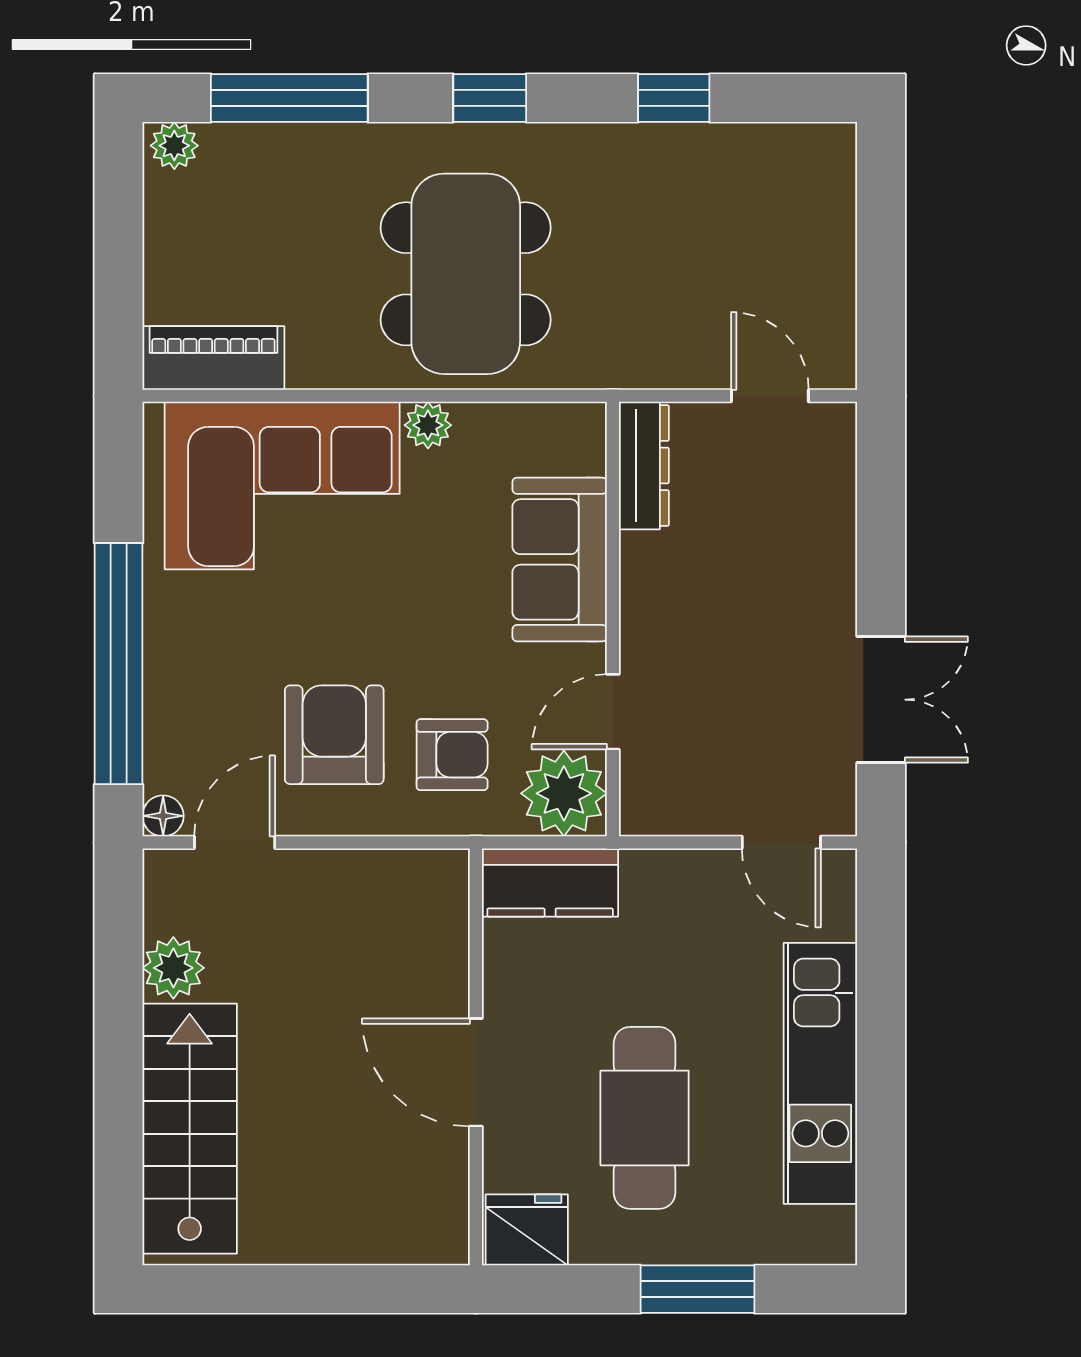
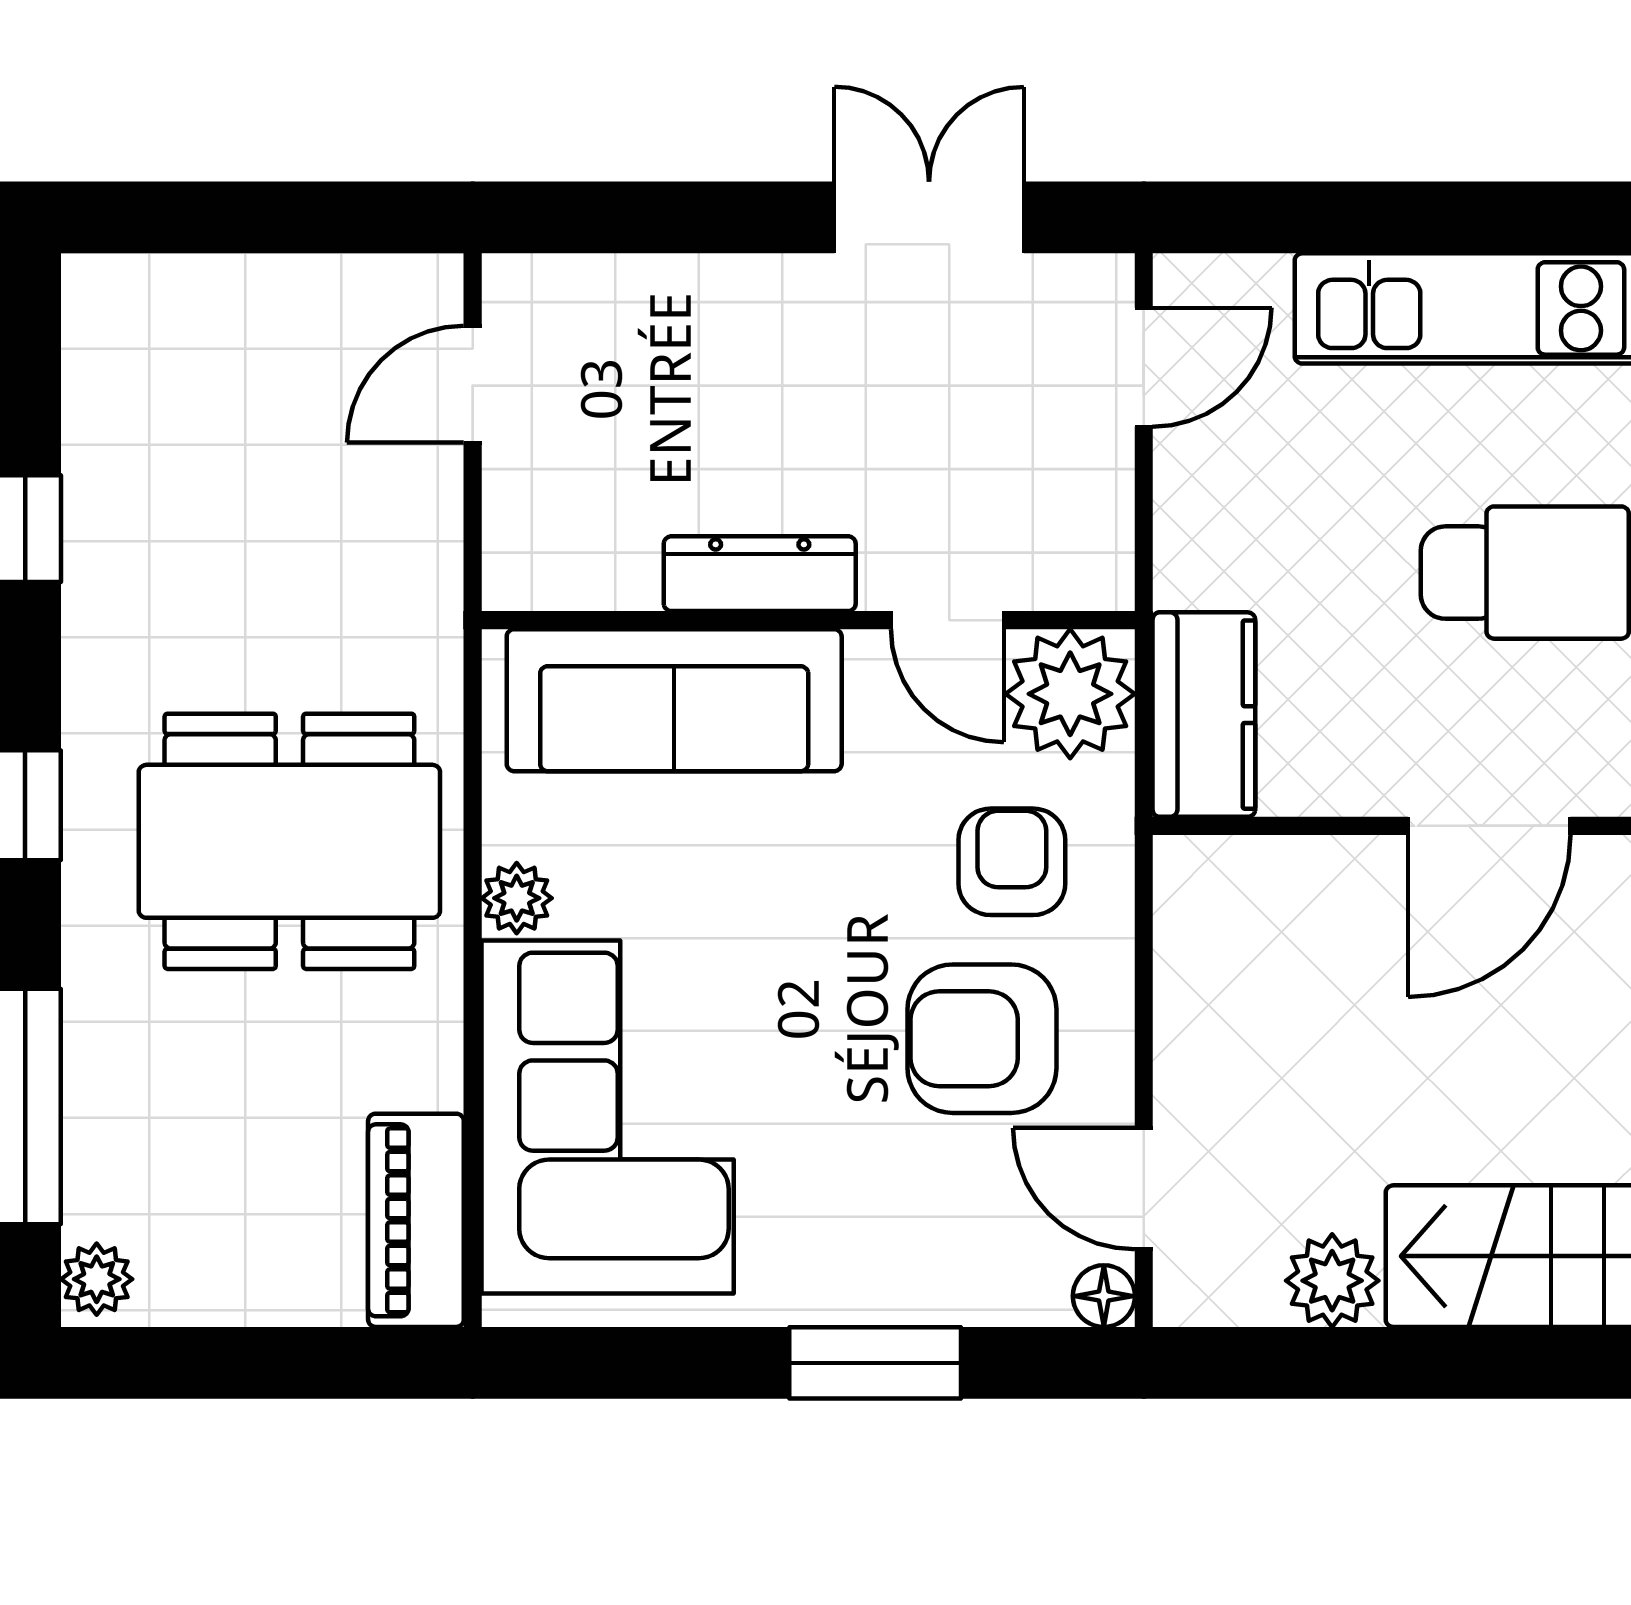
dresser: (644, 465) -> (760, 574), moved
sofa: (560, 559) -> (674, 700), width x1.36
window: (119, 664) -> (875, 1363), width x0.47

